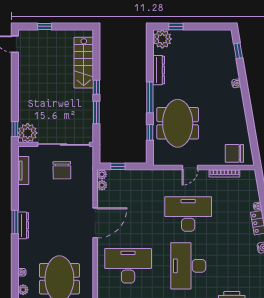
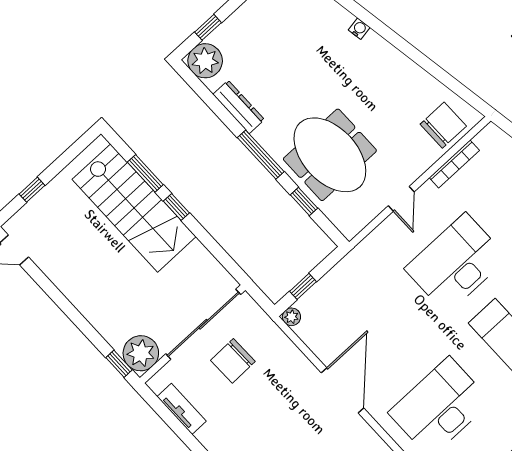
stairs: (84, 63) -> (134, 208), width x1.36, depth x1.51
window: (96, 112) -> (145, 173), moved
chair: (234, 153) -> (443, 125), turned 180
chair: (62, 170) -> (233, 361), turned 90
plant: (102, 185) -> (305, 331), removed

